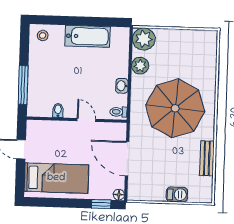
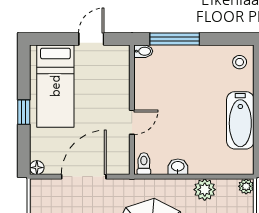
plant: (144, 39) -> (246, 186), width x0.53, depth x0.53
bidet: (58, 110) -> (143, 51), moved
window: (101, 204) -> (24, 112), moved

